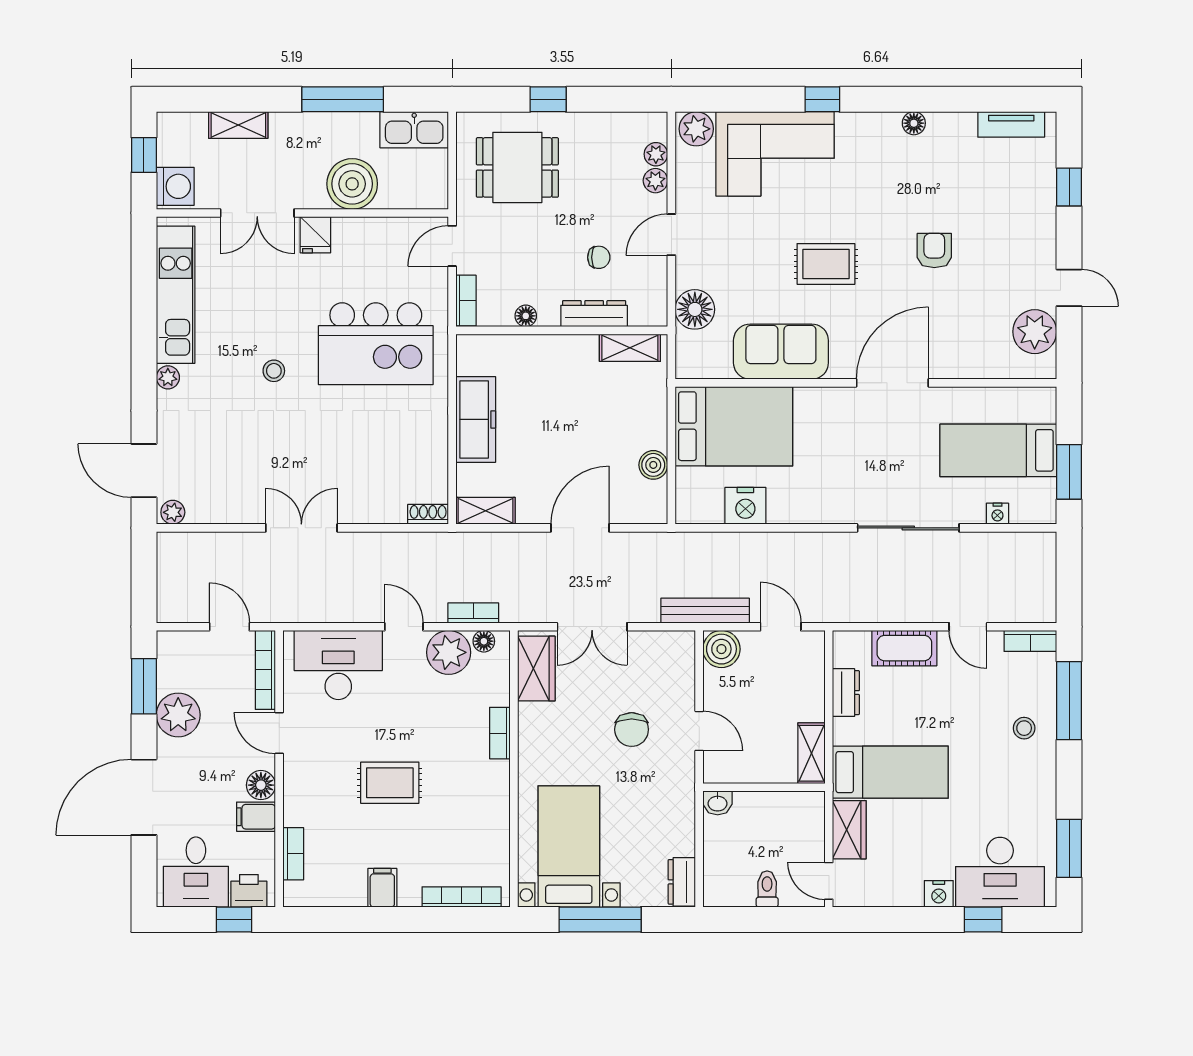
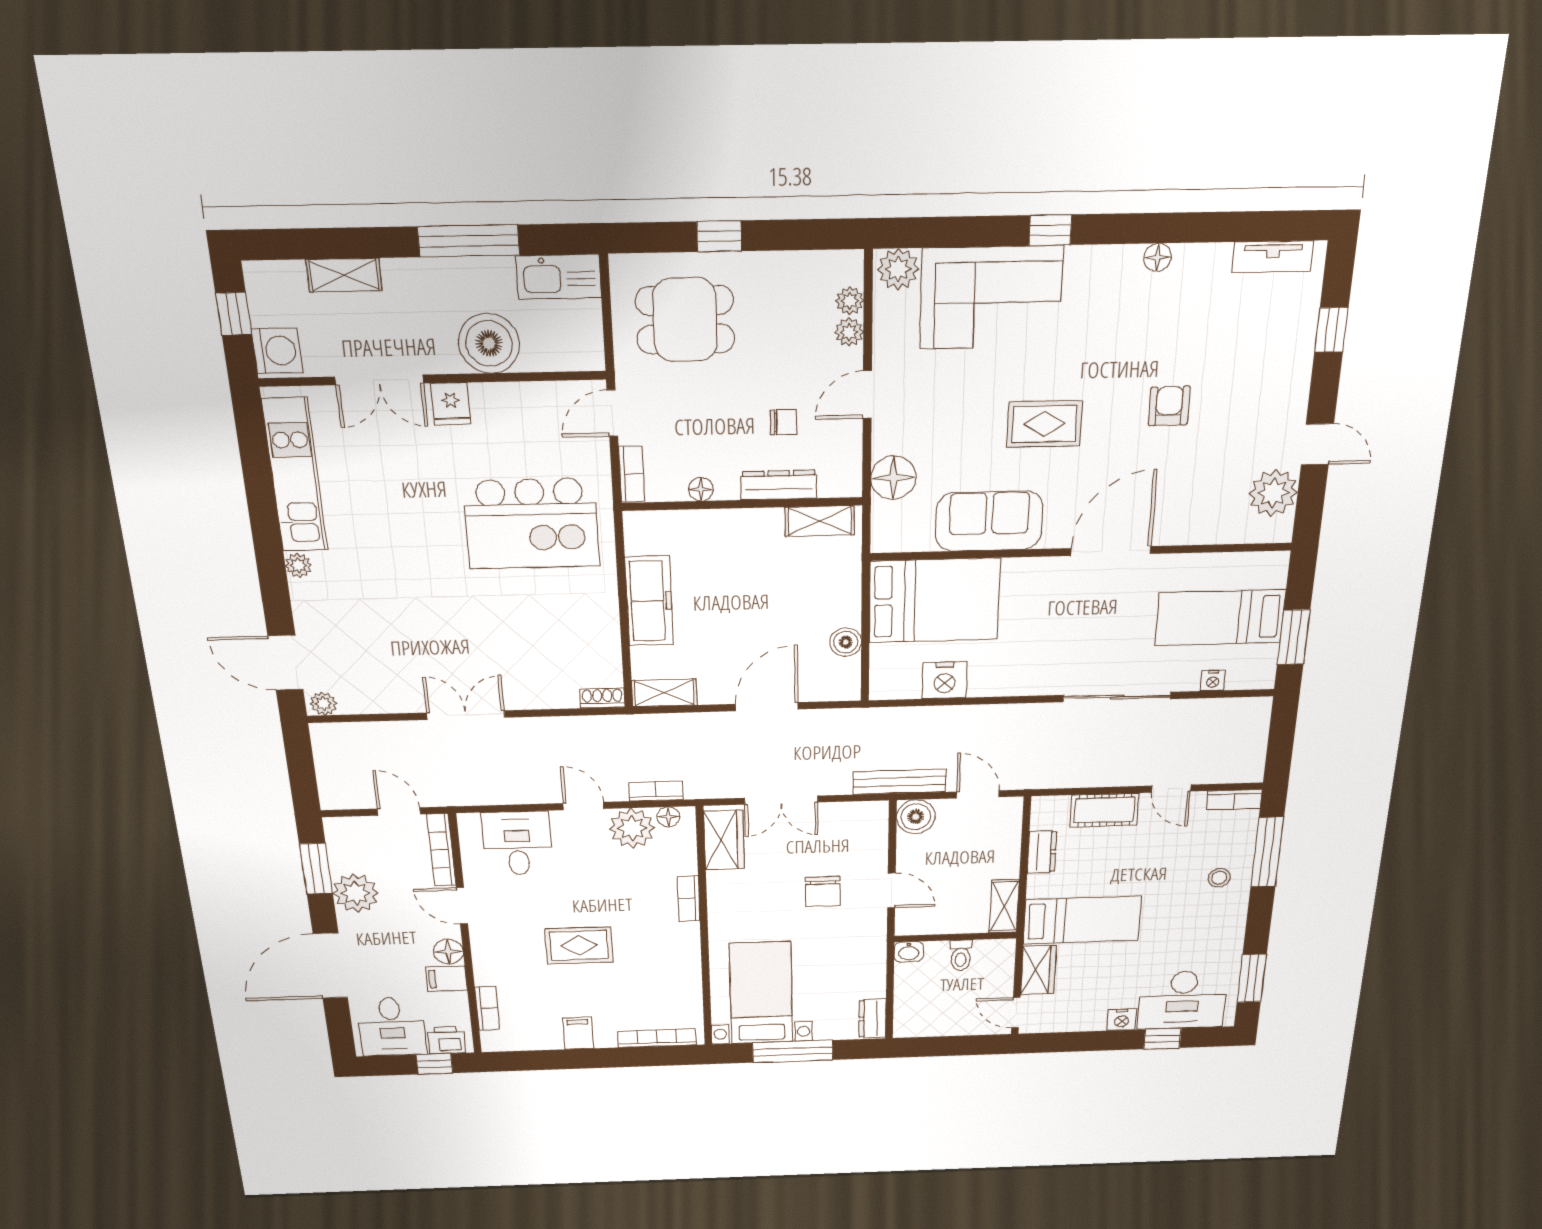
stool: (274, 371) -> (418, 556), removed
desk: (338, 665) -> (517, 843), width x0.73
toilet: (767, 889) -> (961, 955), moved, turned 180

